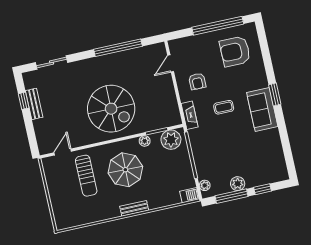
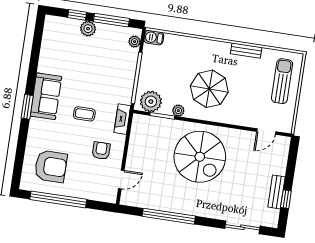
spiral stairs: (111, 109) -> (200, 157), turned 180
sun lounger: (86, 176) -> (282, 81), moved
plant: (238, 184) -> (88, 29), moved
bench: (134, 208) -> (246, 51), moved

